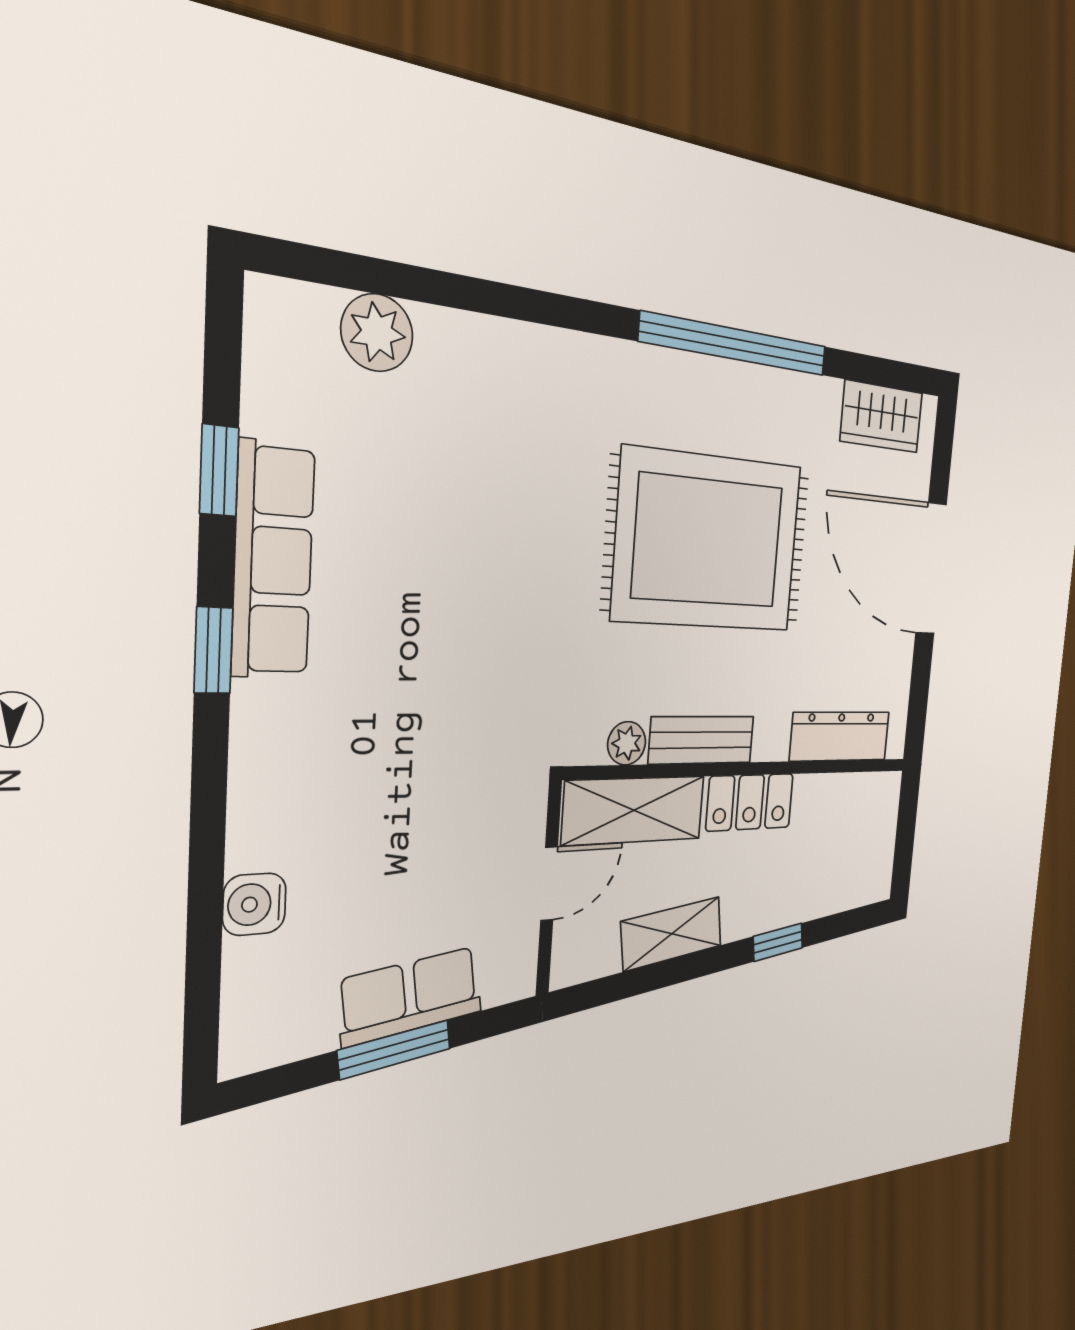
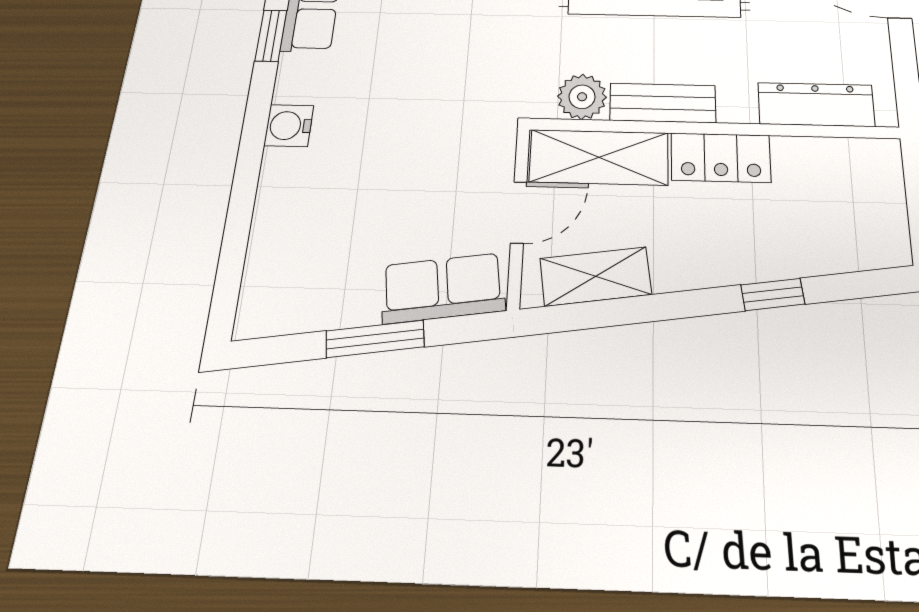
plant: (627, 743) -> (582, 97), width x1.38, depth x1.38
water cooler: (254, 904) -> (289, 126), moved
shelving: (672, 934) -> (596, 276), moved
row of seats: (410, 996) -> (443, 288), moved

